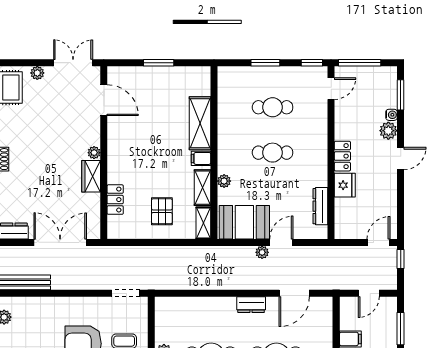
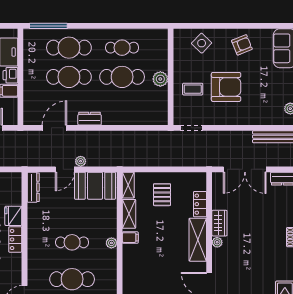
cafe table: (273, 107) -> (72, 279), width x1.37, depth x1.35
shelving: (200, 123) -> (198, 240), moved
plant: (224, 181) -> (111, 243), moved
dresser: (320, 206) -> (33, 187), moved

